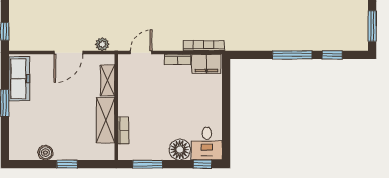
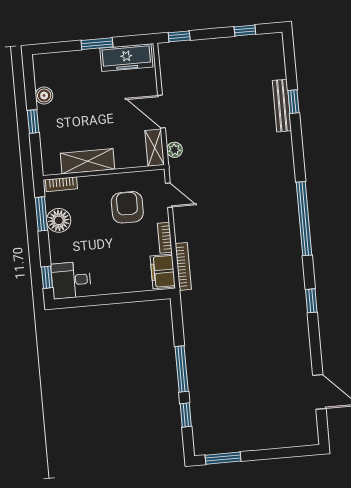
shelving: (108, 80) -> (155, 148), moved, turned 90
armchair: (148, 89) -> (127, 207), added
bookcase: (123, 130) -> (61, 184), moved
floor lamp: (180, 150) -> (59, 220), moved

